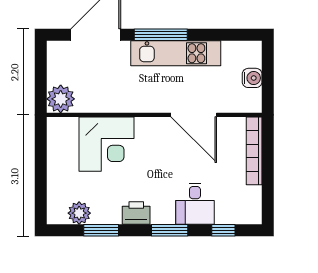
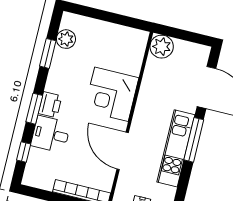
door: (194, 115) -> (123, 151), hinge flipped
corner desk: (106, 144) -> (111, 94), moved
printer: (136, 213) -> (50, 105), moved

